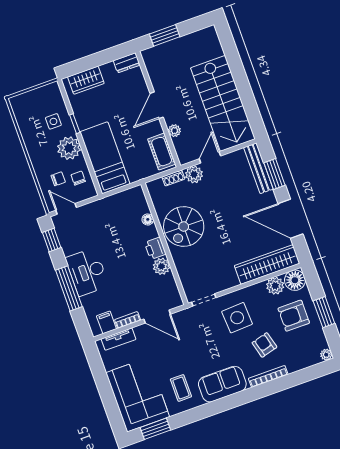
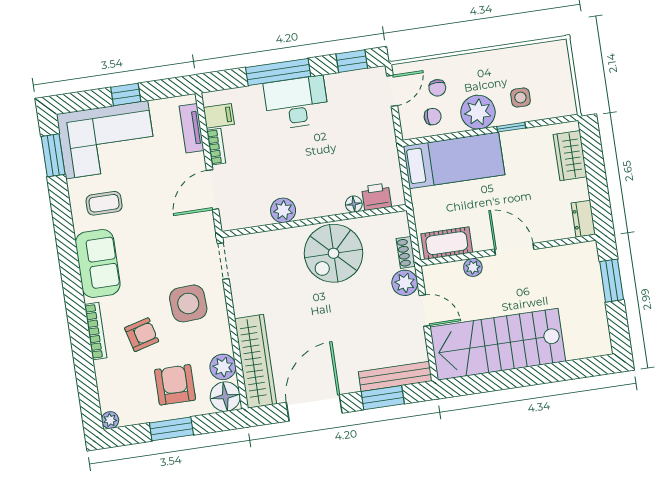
spiral stairs: (184, 227) -> (334, 253), turned -90
printer: (155, 248) -> (376, 197), moved
window: (105, 388) -> (126, 94), added

